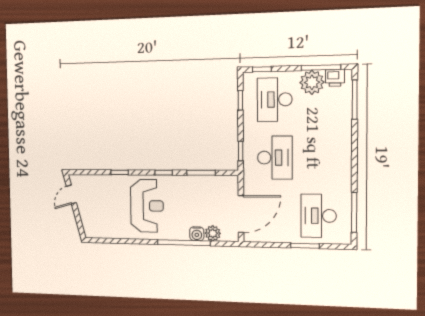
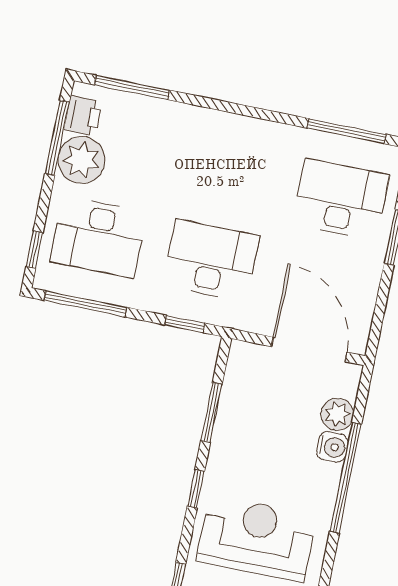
window: (240, 100) -> (85, 304), width x2.17
desk: (319, 216) -> (341, 199), turned 180

